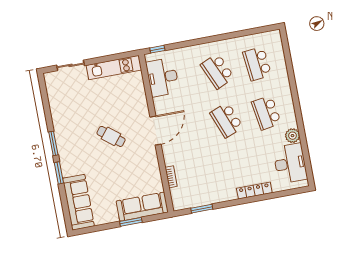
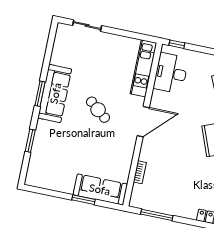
kitchen unit: (114, 68) -> (143, 68), moved, turned 90
window: (59, 173) -> (30, 141), moved
sofa: (78, 202) -> (55, 93), moved
window: (202, 209) -> (157, 215), width x1.44

